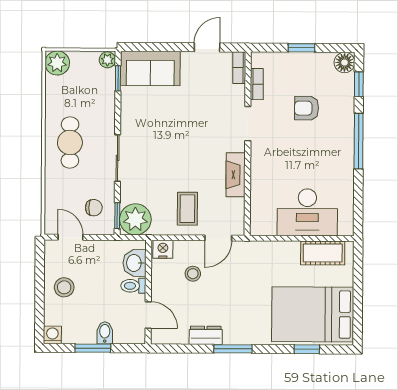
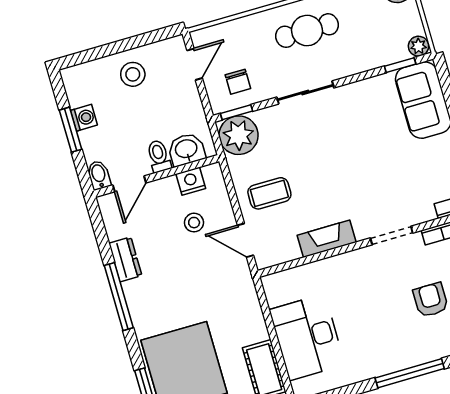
nightstand: (163, 249) -> (191, 181), moved, turned -90
bidet: (105, 333) -> (99, 175), moved, turned -90
washing machine: (52, 335) -> (84, 118), moved
window: (233, 349) -> (119, 297), width x1.44

